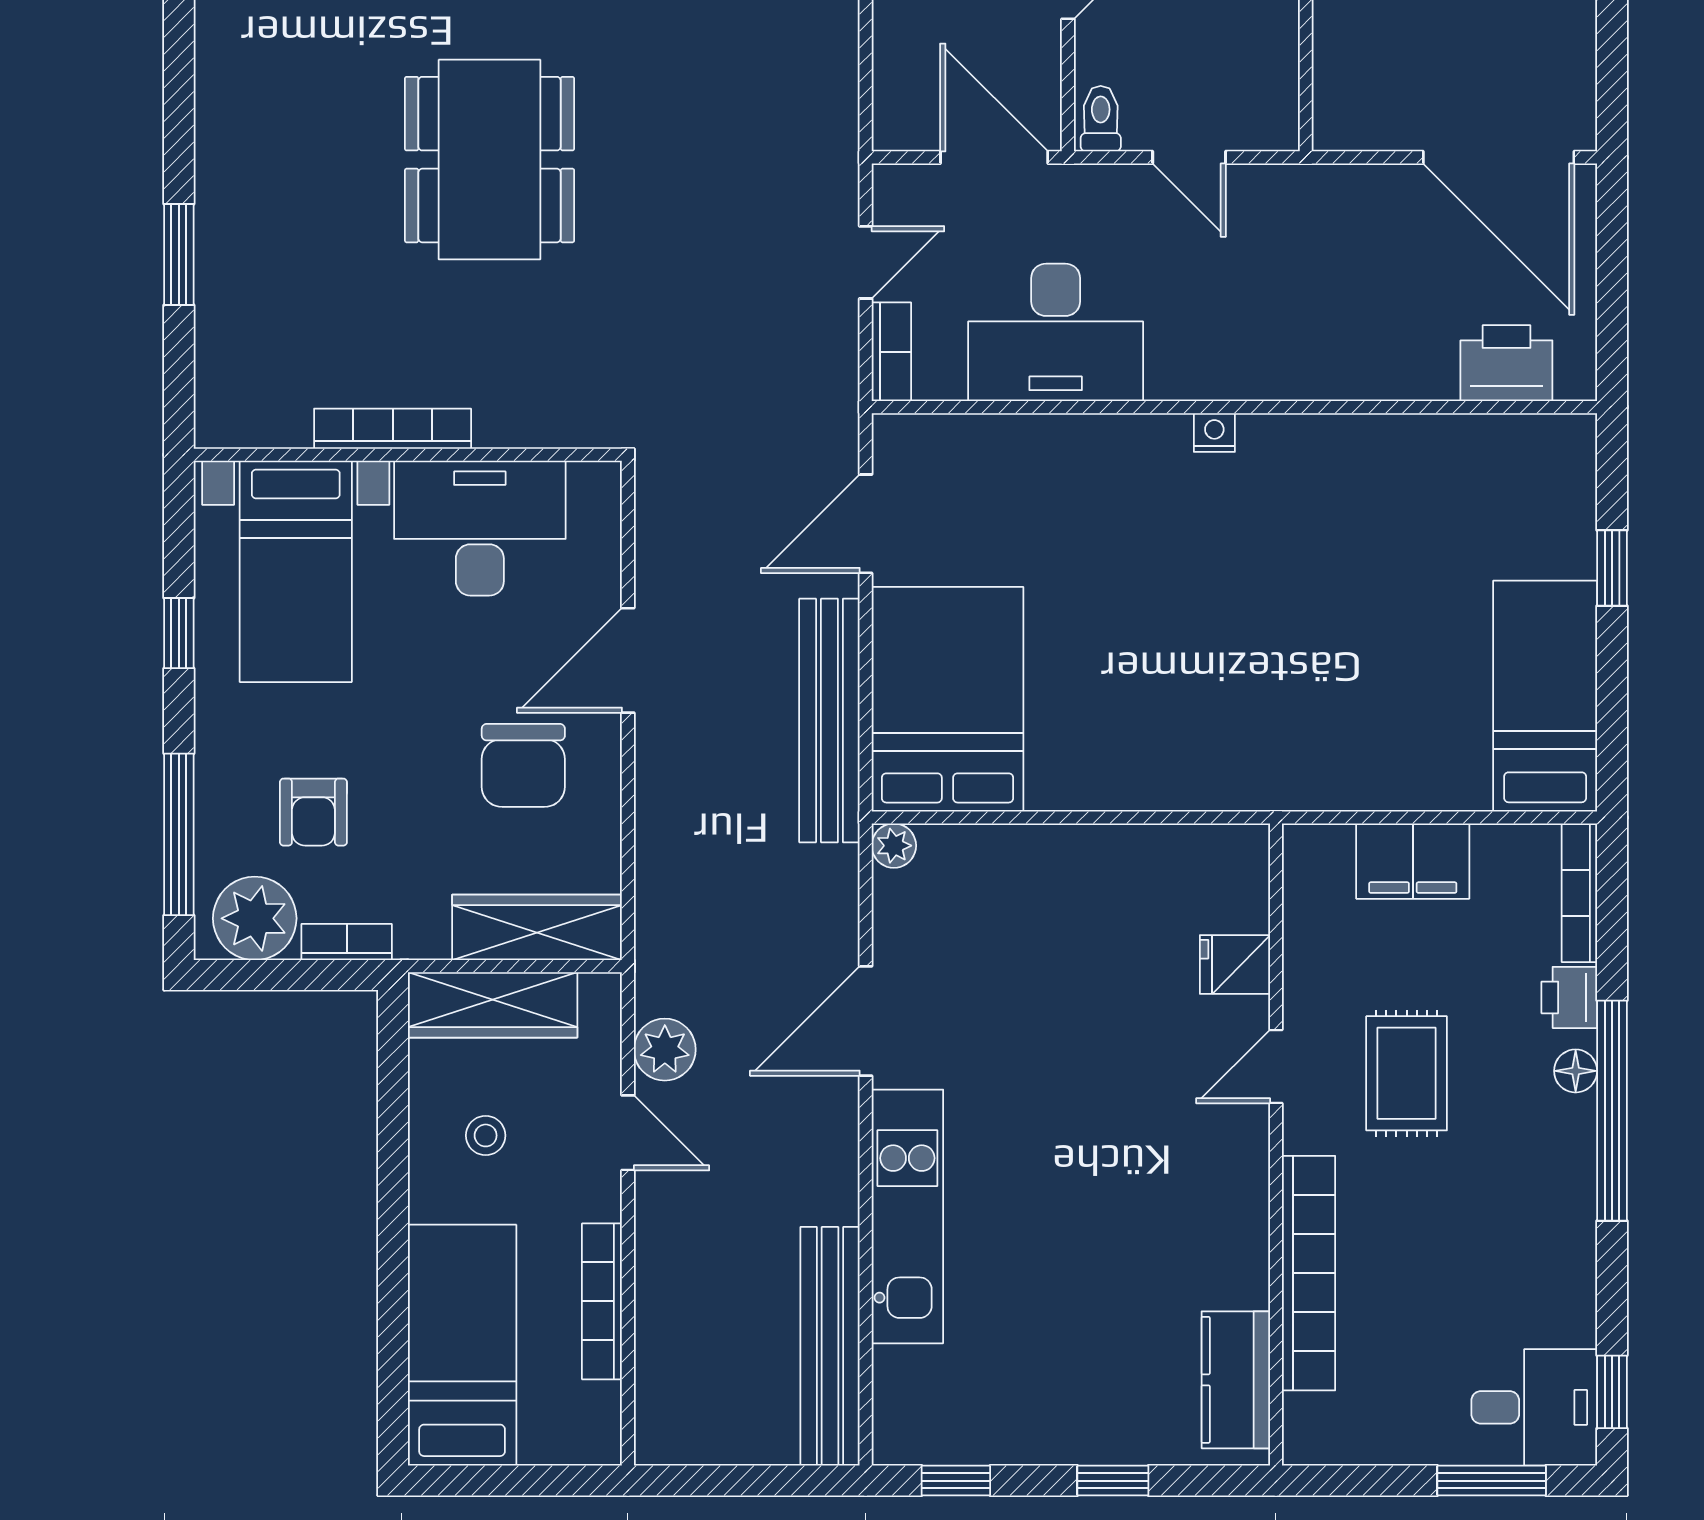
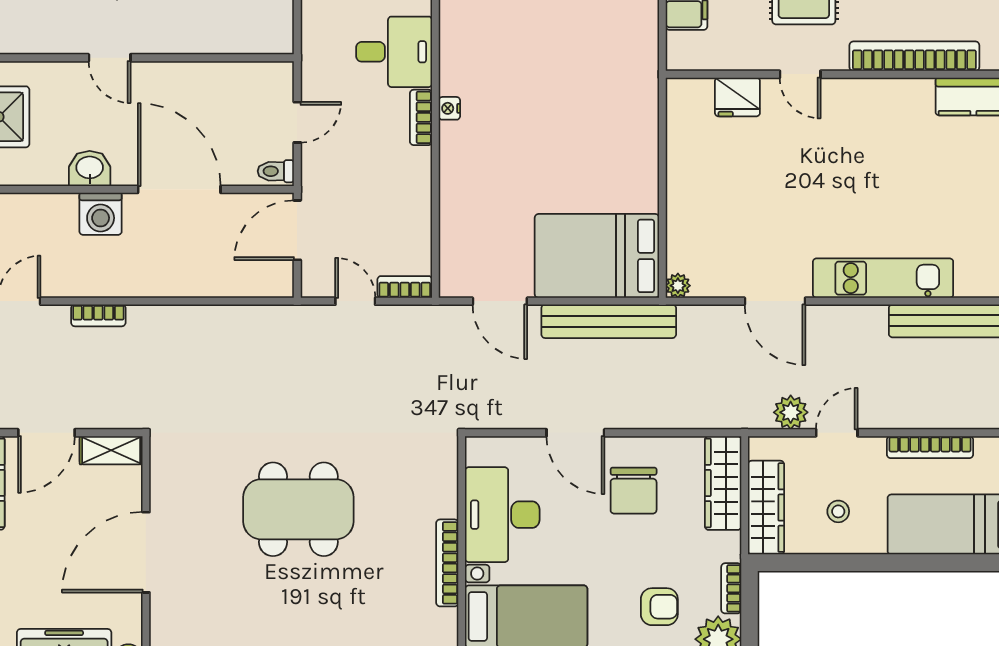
desk: (1056, 332) -> (394, 52), moved, width x0.73
bookcase: (1198, 381) -> (421, 117), added
chair: (523, 765) -> (634, 491), turned 90
fridge: (1235, 964) -> (737, 97), width x1.38

